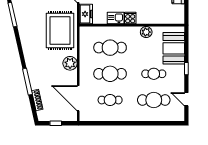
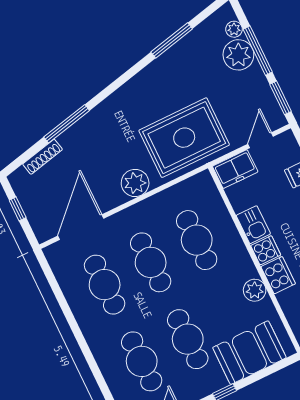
cooker: (144, 18) -> (278, 275), added
cafe table: (154, 74) -> (188, 339), width x1.37, depth x1.35
cafe table: (110, 100) -> (105, 285), width x1.37, depth x1.35

